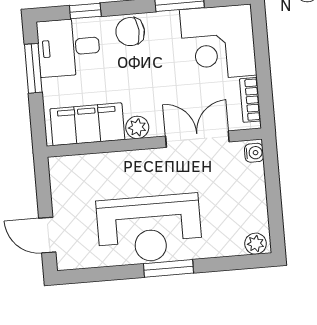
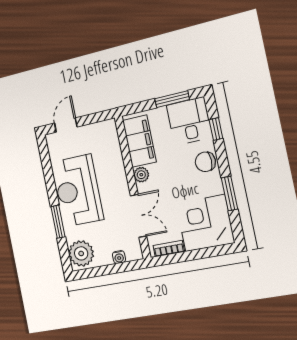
chair: (130, 32) -> (205, 162), turned -86
water cooler: (254, 153) -> (119, 257), moved
plant: (256, 244) -> (81, 253), width x1.88, depth x1.88
window: (168, 268) -> (58, 222), moved

